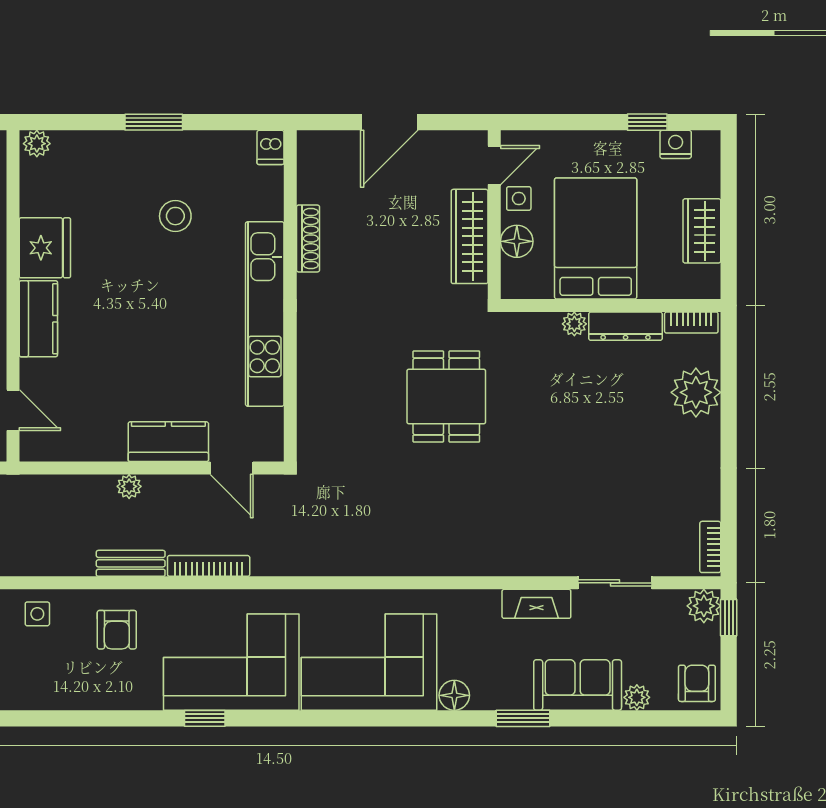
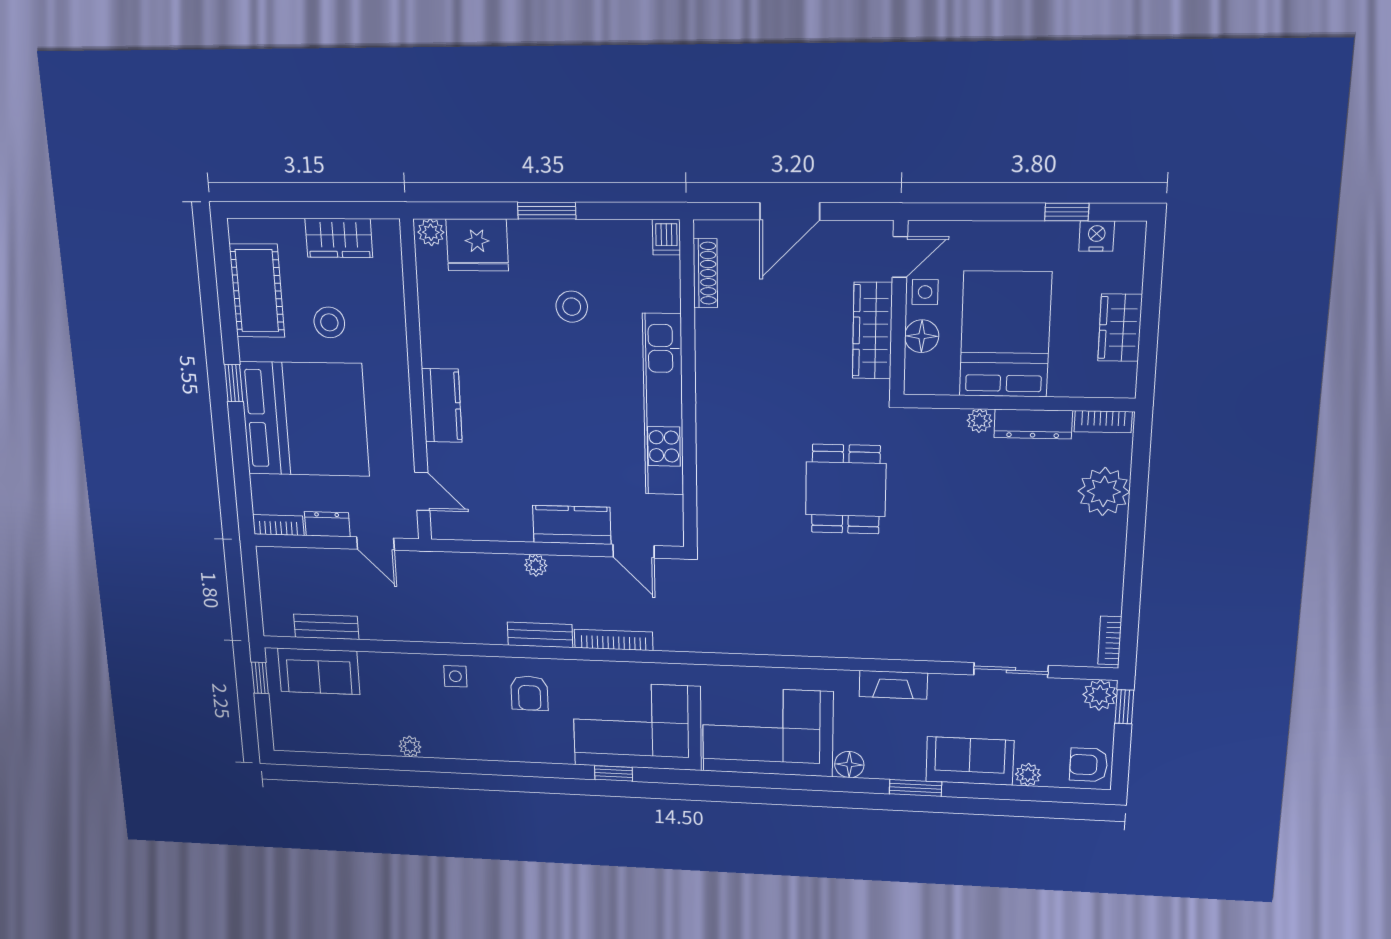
shoe rack: (308, 238) -> (705, 273), moved
fridge: (45, 248) -> (477, 245), moved, turned 90
fireplace: (536, 604) -> (893, 685), moved
armchair: (697, 683) -> (1089, 765), turned -90

